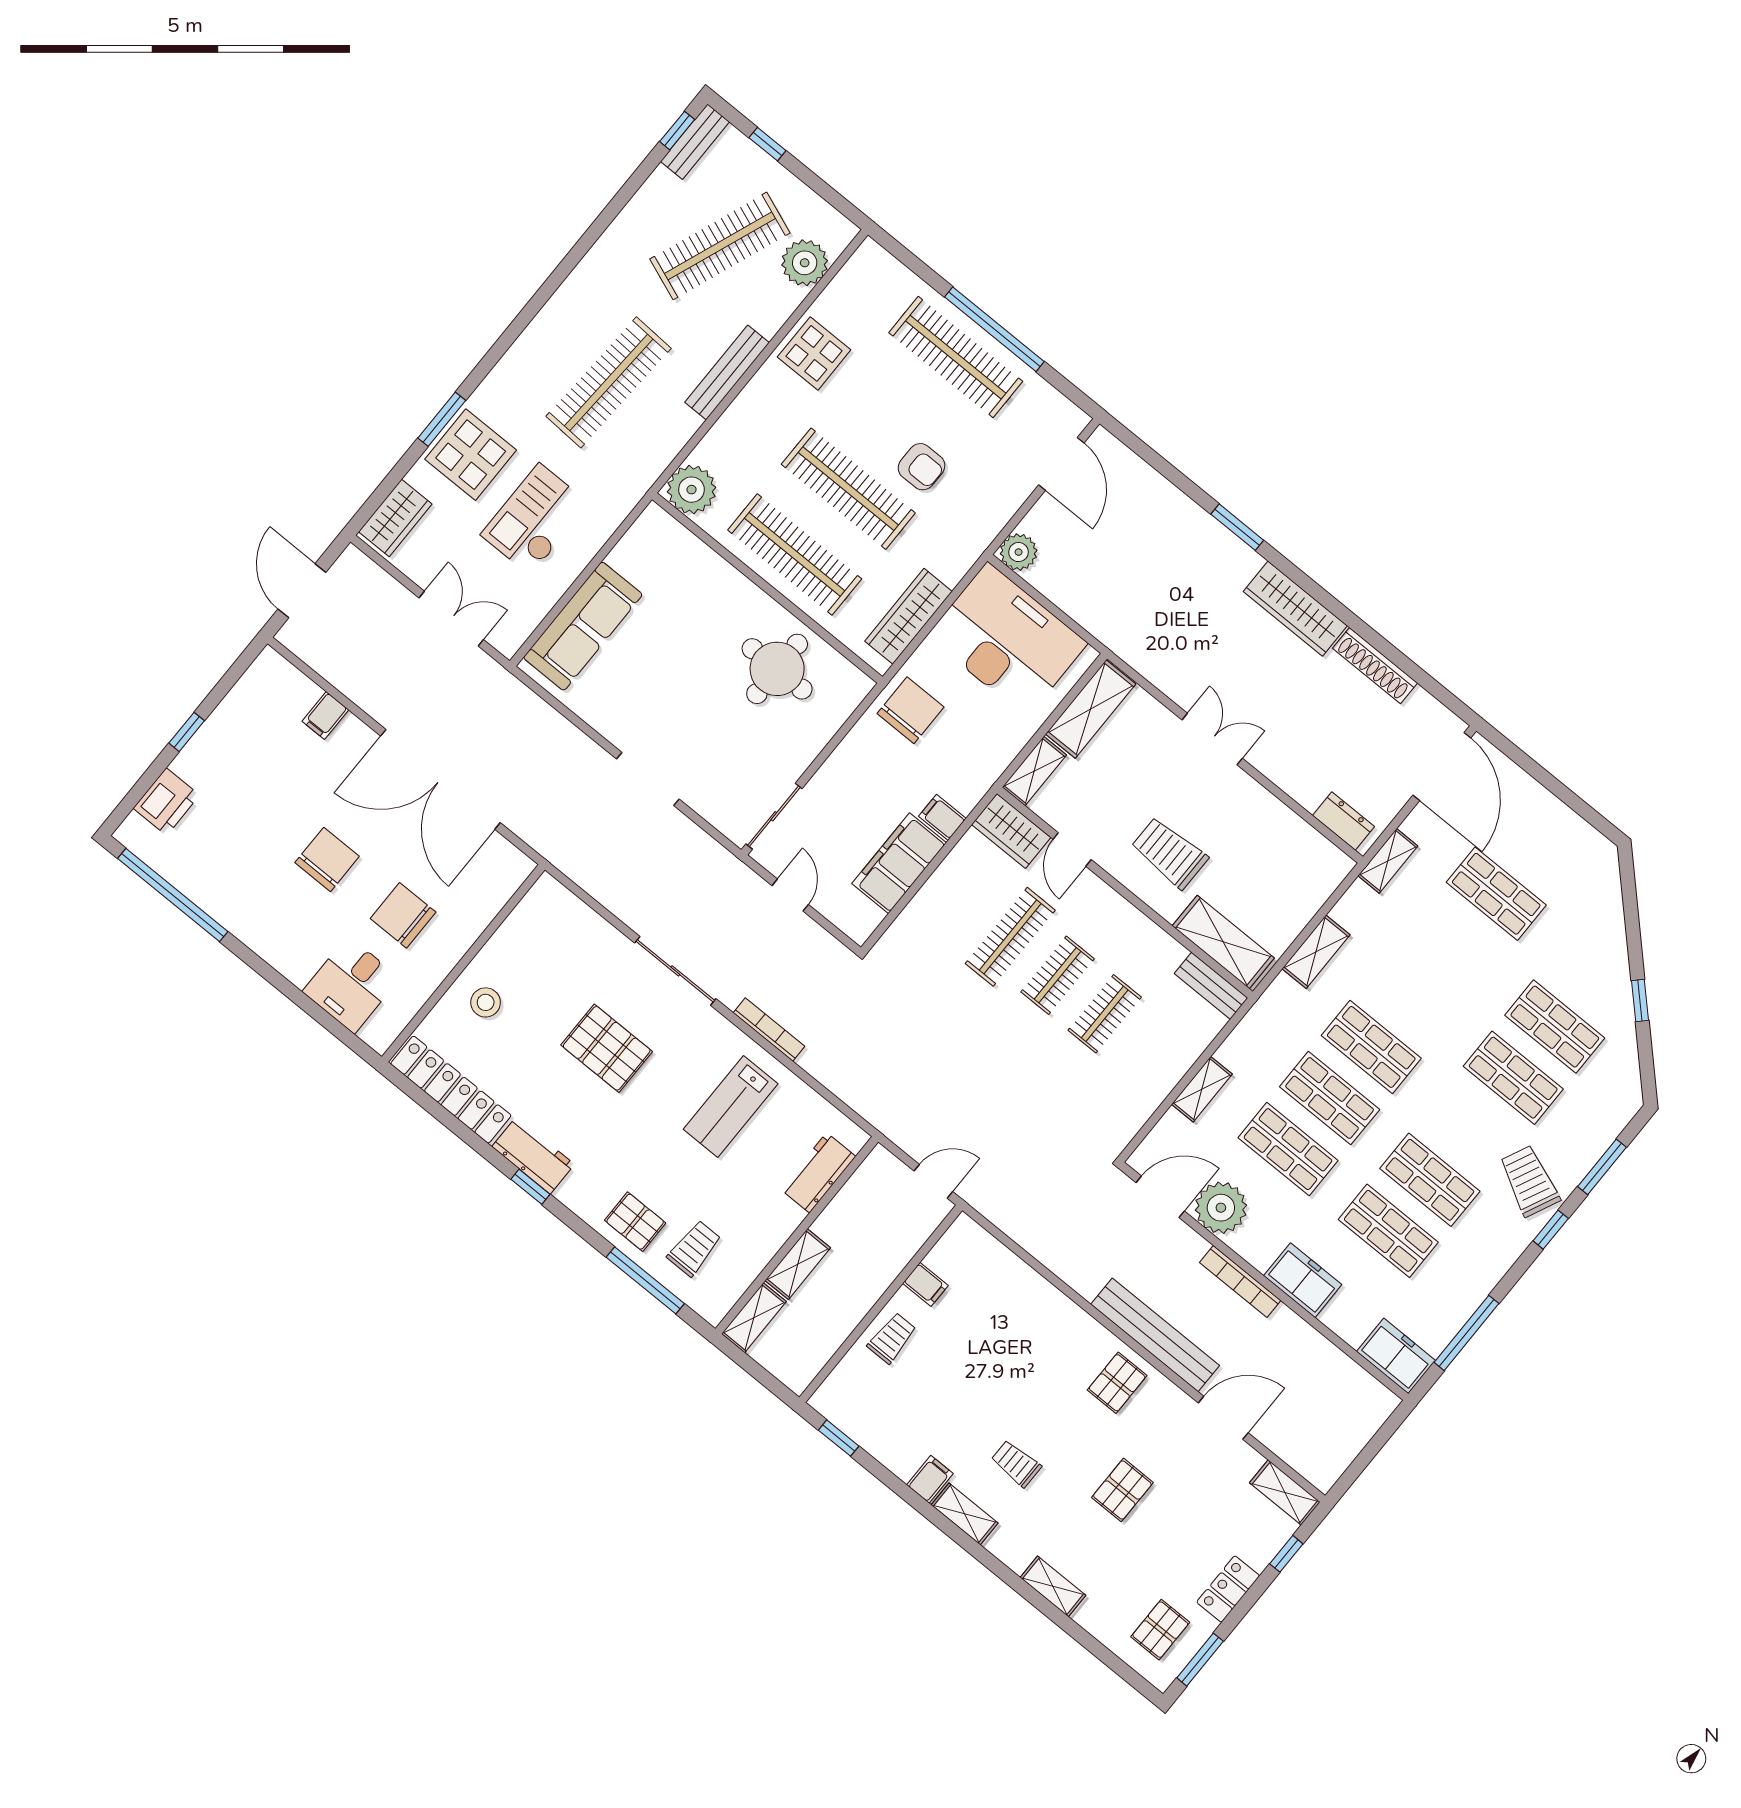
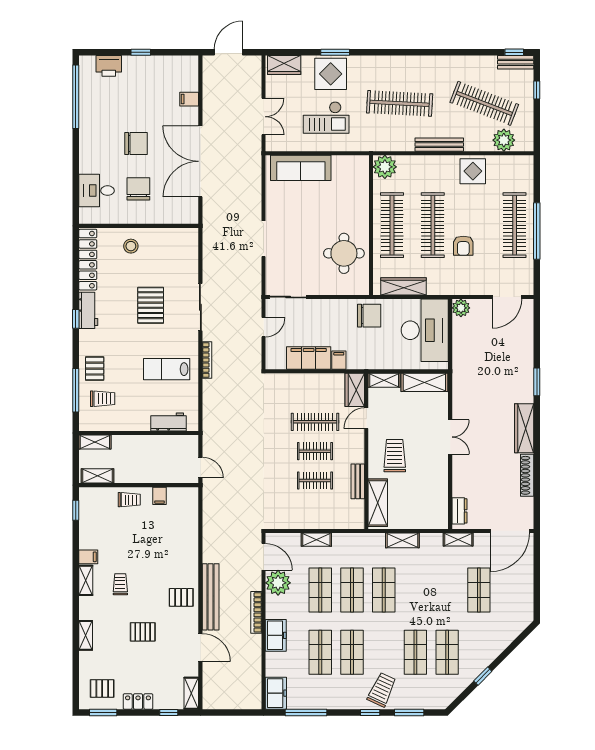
checkout: (535, 519) -> (326, 118), turned 180
bench: (1211, 986) -> (358, 481), moved
shelving: (798, 1264) -> (98, 476), moved

